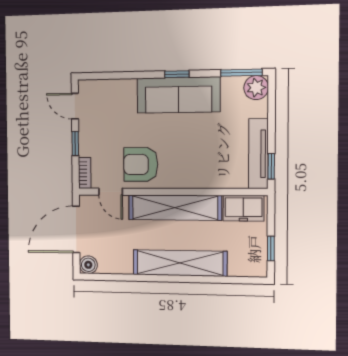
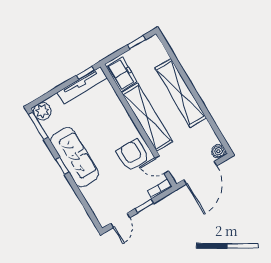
armchair: (141, 164) -> (133, 155), turned 180
door: (111, 192) -> (162, 165), swing flipped
door: (76, 230) -> (200, 173), hinge flipped

